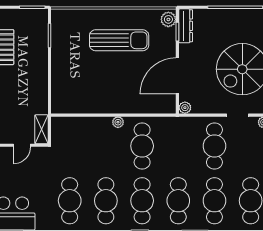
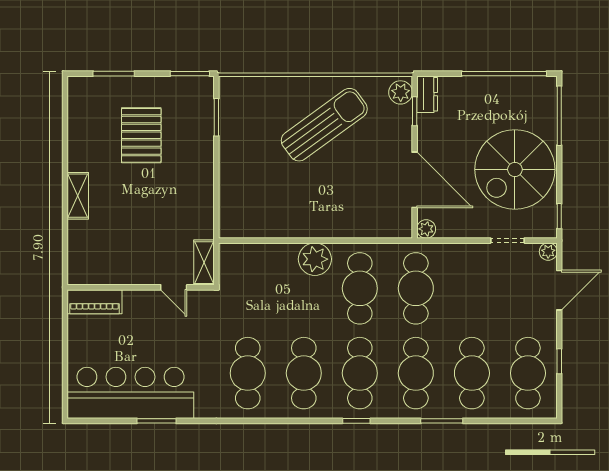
dresser: (186, 26) -> (427, 94), width x0.70
sun lounger: (119, 40) -> (324, 125), turned -36
door: (177, 76) -> (415, 180), swing flipped
plant: (118, 122) -> (315, 259), width x1.87, depth x1.87
door: (22, 145) -> (174, 287), hinge flipped
cafe table: (214, 146) -> (416, 288), moved

